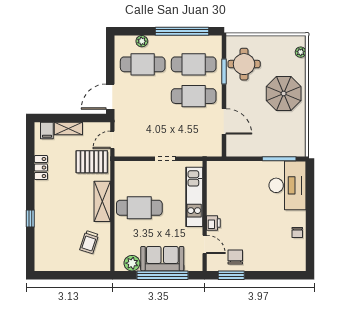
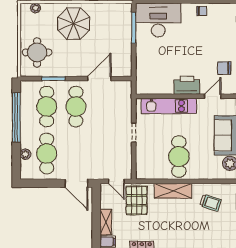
round table: (244, 64) -> (37, 52), moved
printer: (213, 223) -> (187, 85), width x1.87, depth x1.48

